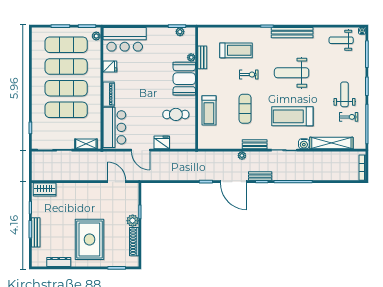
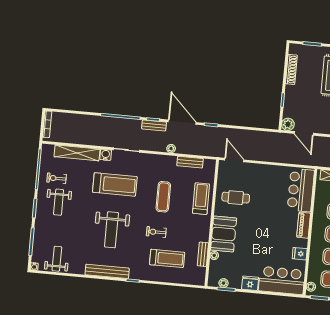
weight bench: (341, 40) -> (57, 259), turned -90
treadmill: (236, 50) -> (167, 258), turned 180
weight bench: (292, 73) -> (111, 230), turned 90
fridge: (162, 142) -> (250, 283), moved, turned 180
bench: (255, 144) -> (190, 162), moved
door: (141, 150) -> (234, 160), moved
plant: (133, 221) -> (288, 124), moved

